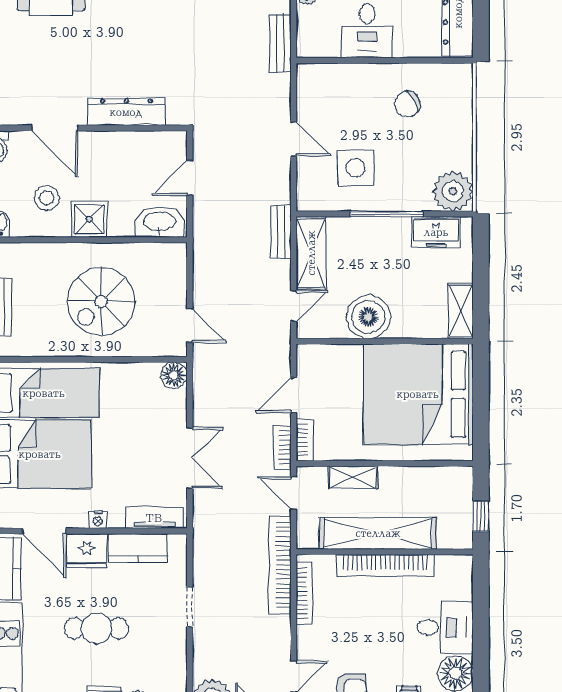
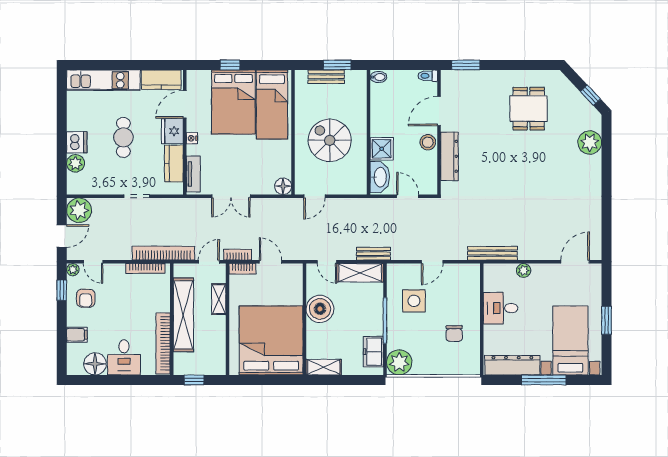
bench: (280, 43) -> (492, 253), width x1.36
chair: (407, 104) -> (454, 334), turned -151
stool: (47, 198) -> (428, 142), moved
shower: (89, 219) -> (382, 149), moved
bookcase: (385, 565) -> (163, 343), moved

